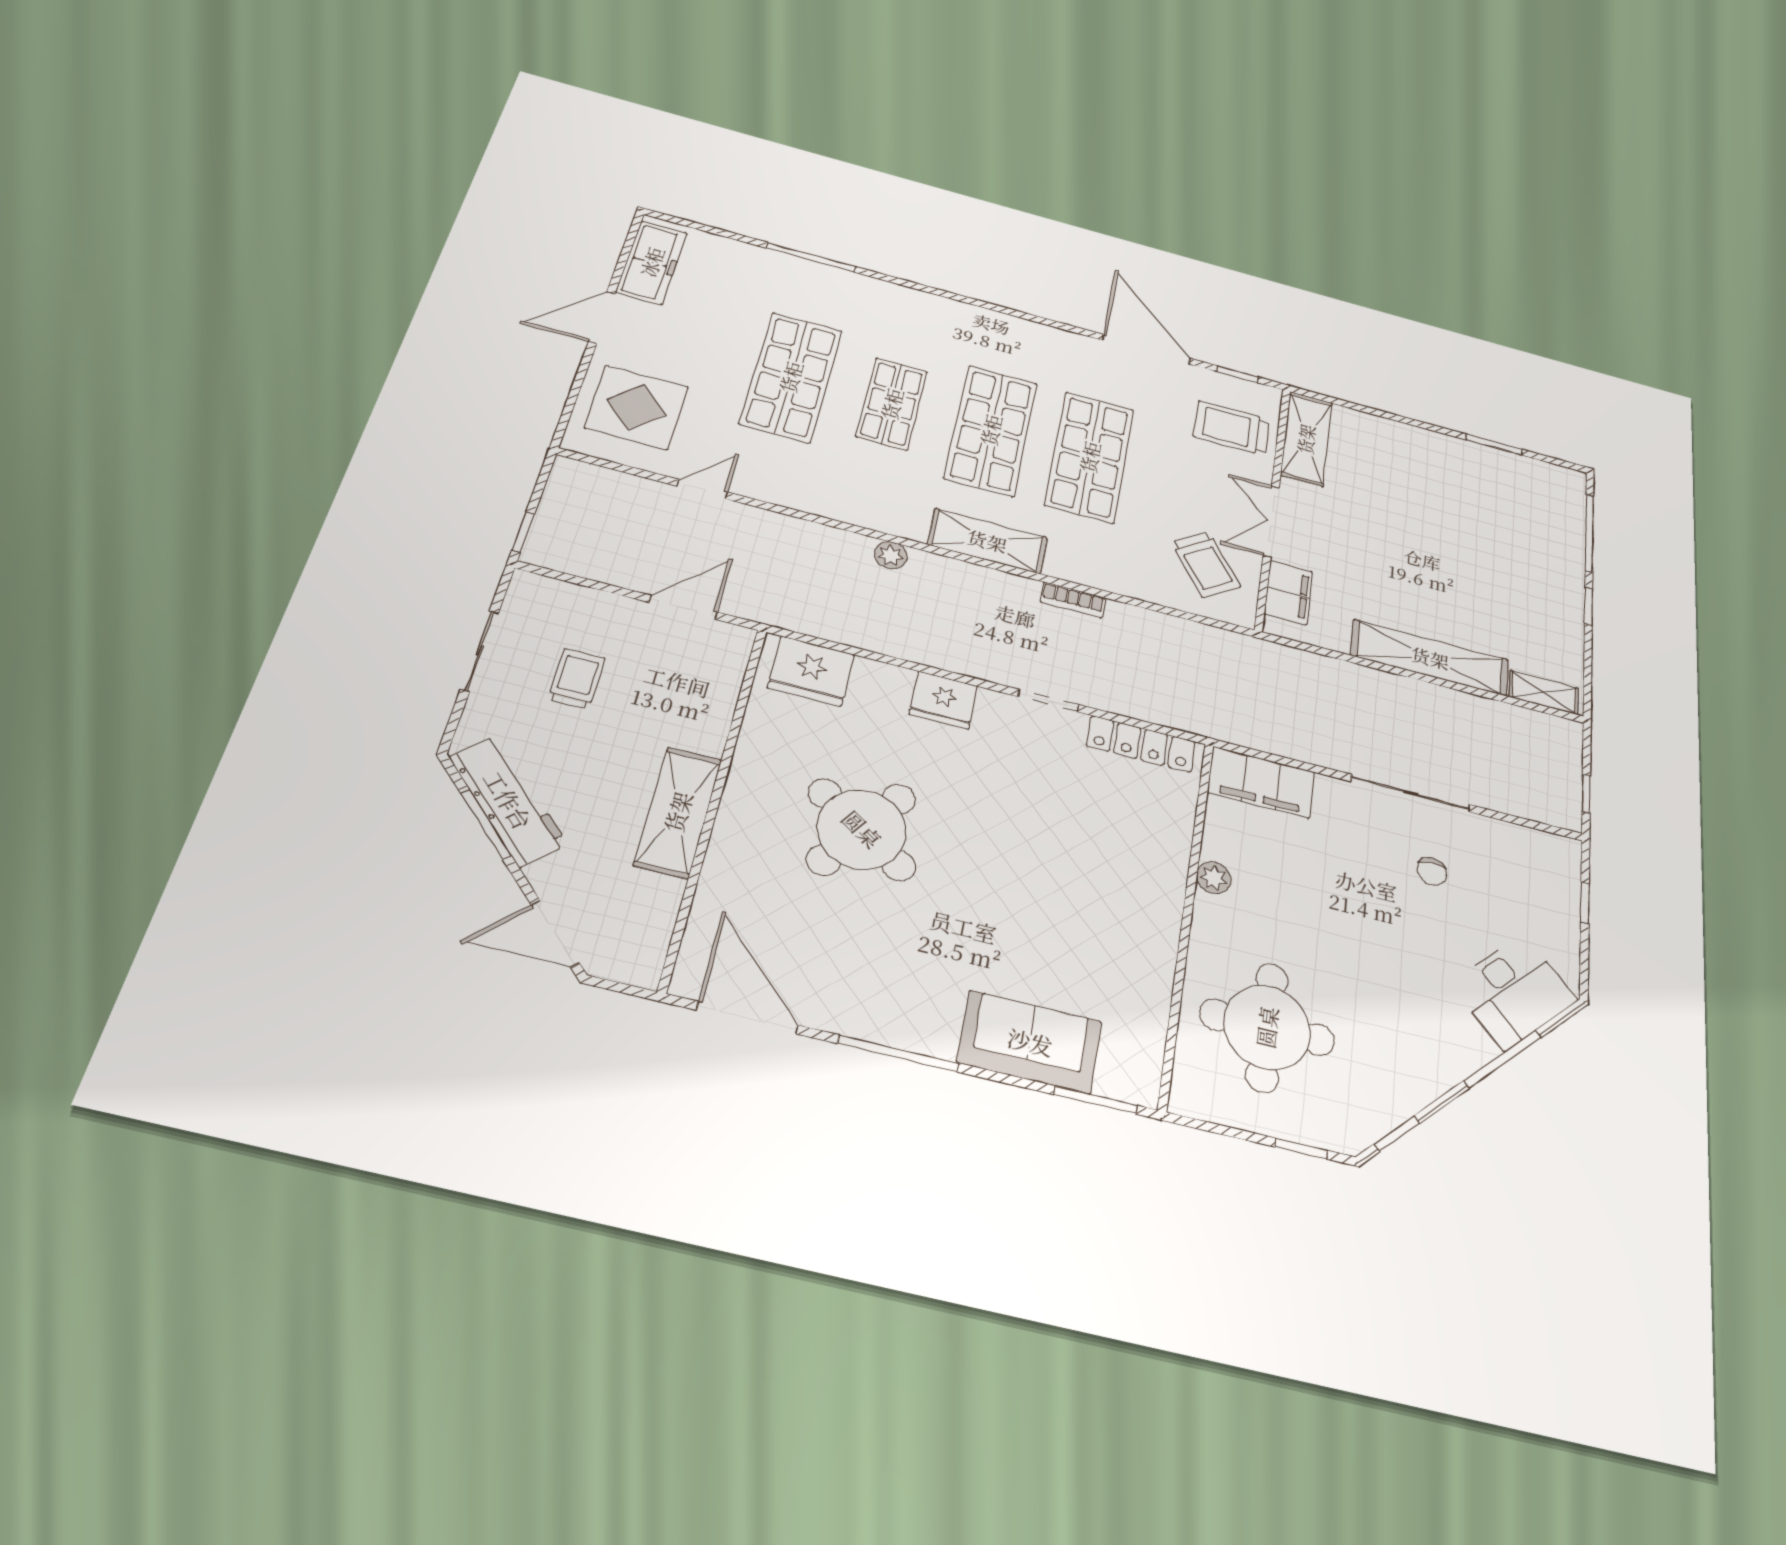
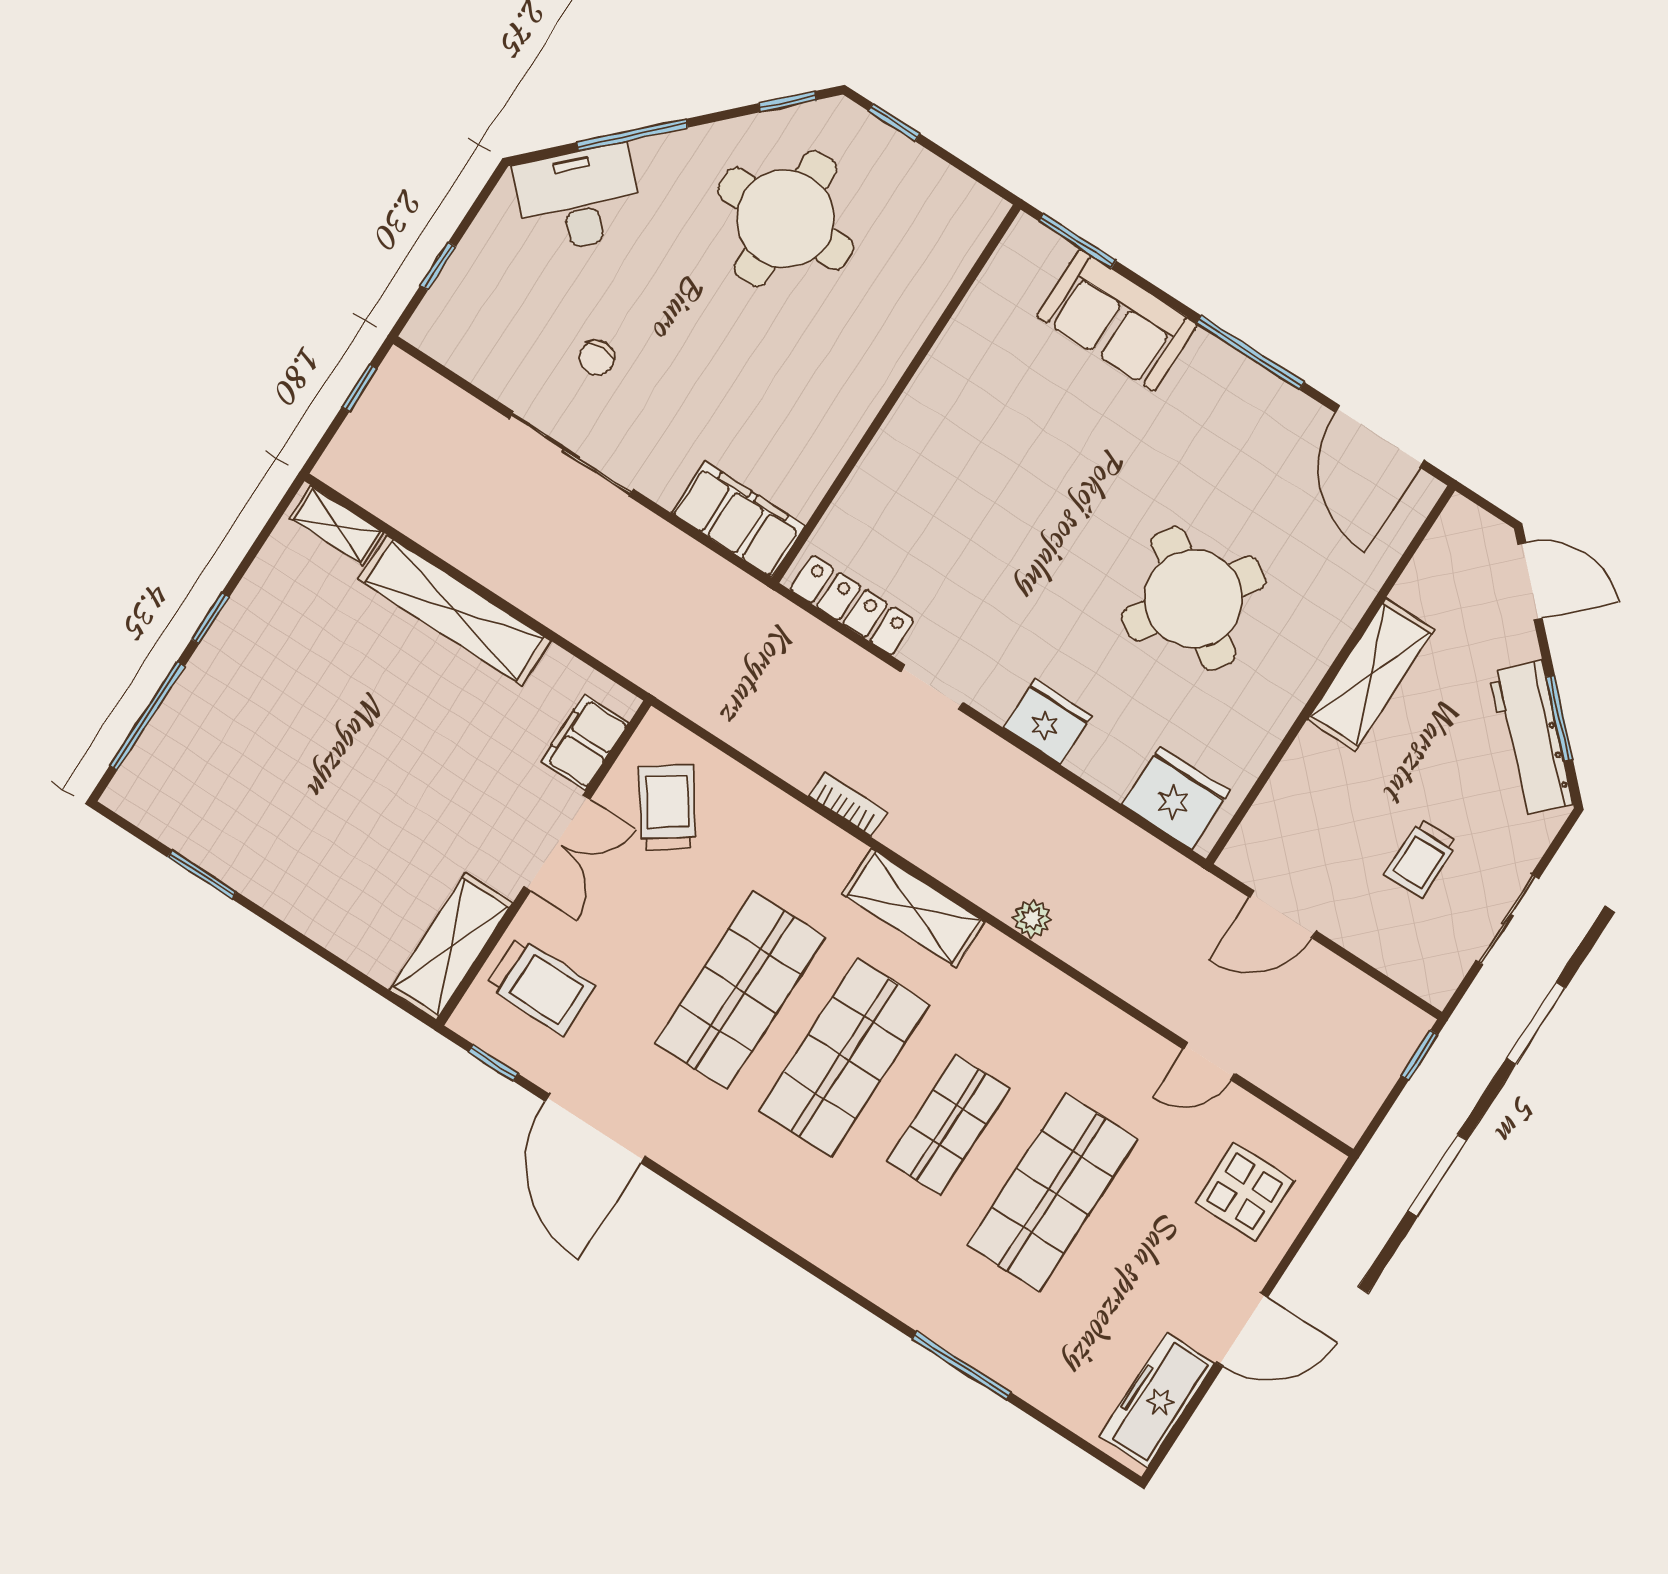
display table: (637, 407) -> (1245, 1192), width x0.73, depth x0.73
chair: (1432, 872) -> (597, 358), turned 180
plant: (1214, 878) -> (845, 428), removed
round table: (1267, 1027) -> (786, 219), moved

